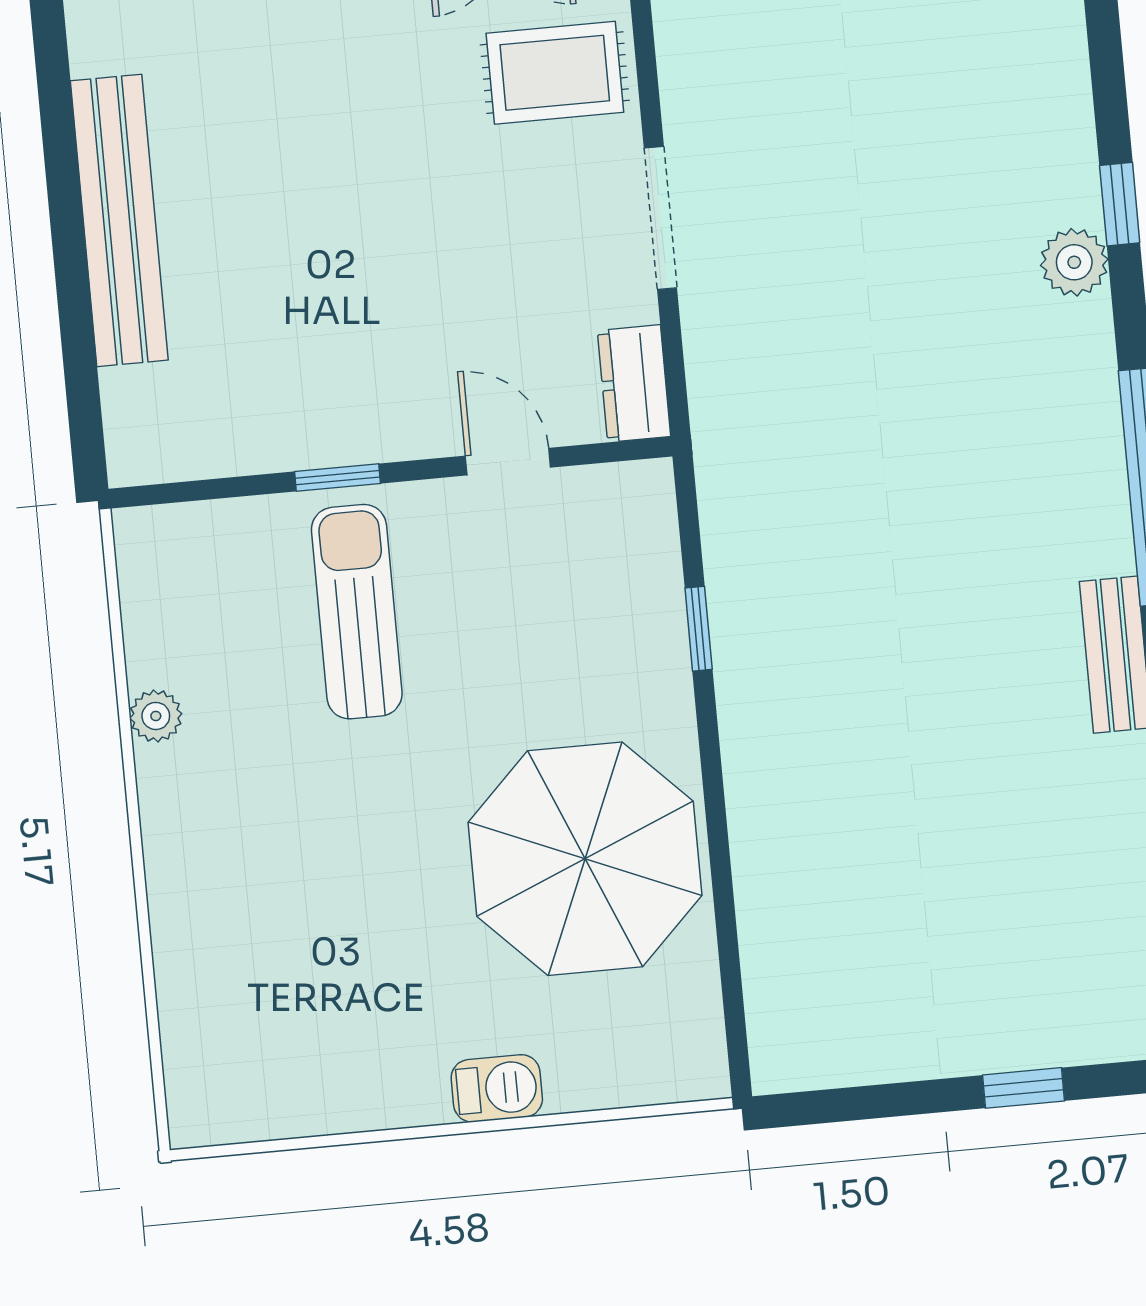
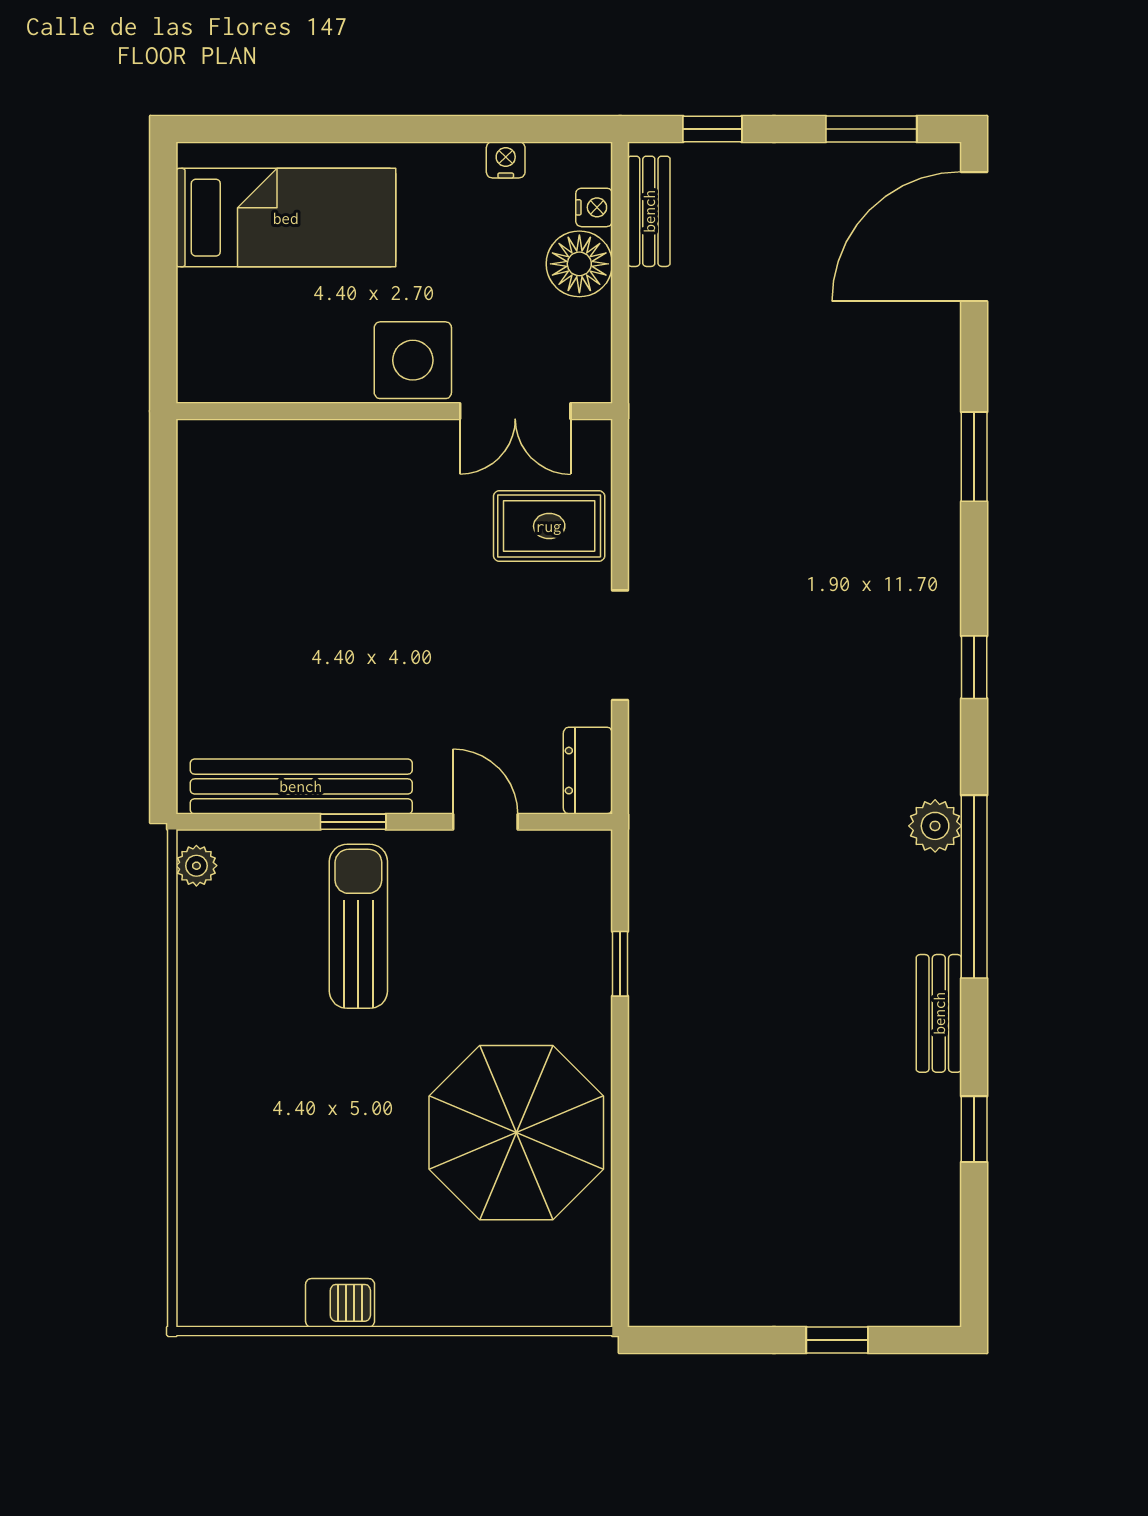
bench: (119, 220) -> (301, 786), moved, turned 90
plant: (1074, 262) -> (935, 826), moved
plant: (156, 716) -> (196, 866), moved
barbecue: (497, 1088) -> (340, 1303), moved

